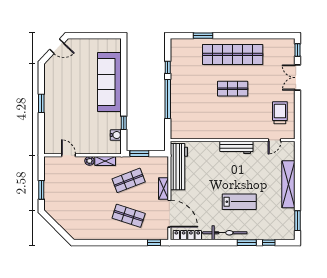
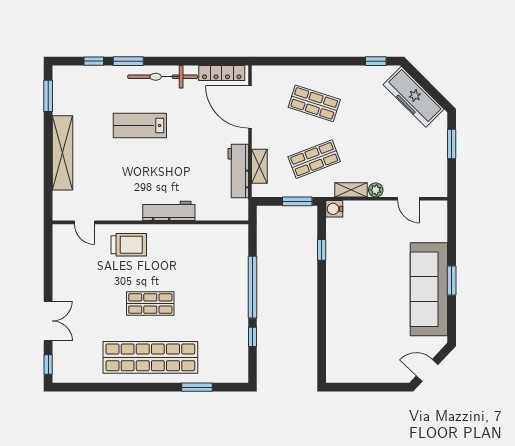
sofa: (109, 82) -> (429, 289), moved, turned 180
trolley: (280, 113) -> (129, 245), moved, turned -90
water cooler: (116, 135) -> (334, 209), moved
door: (275, 140) -> (84, 222), swing flipped
workbench: (236, 147) -> (169, 211), moved
workbench: (179, 167) -> (238, 171), width x0.73, depth x0.76
shelving: (163, 189) -> (259, 166), moved
freezer: (65, 220) -> (414, 97), added
window: (154, 243) -> (376, 61), moved

